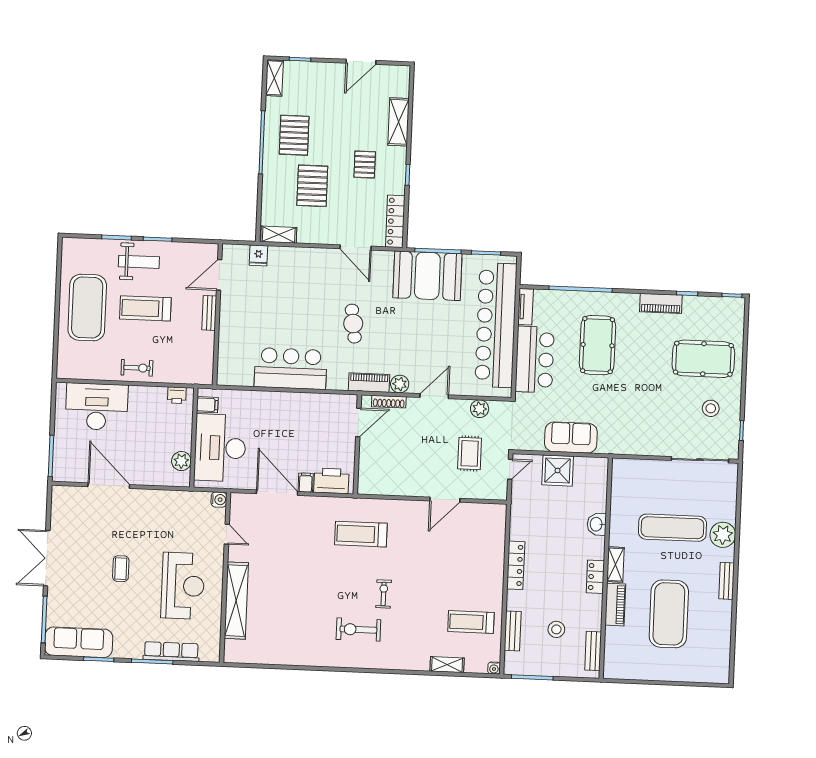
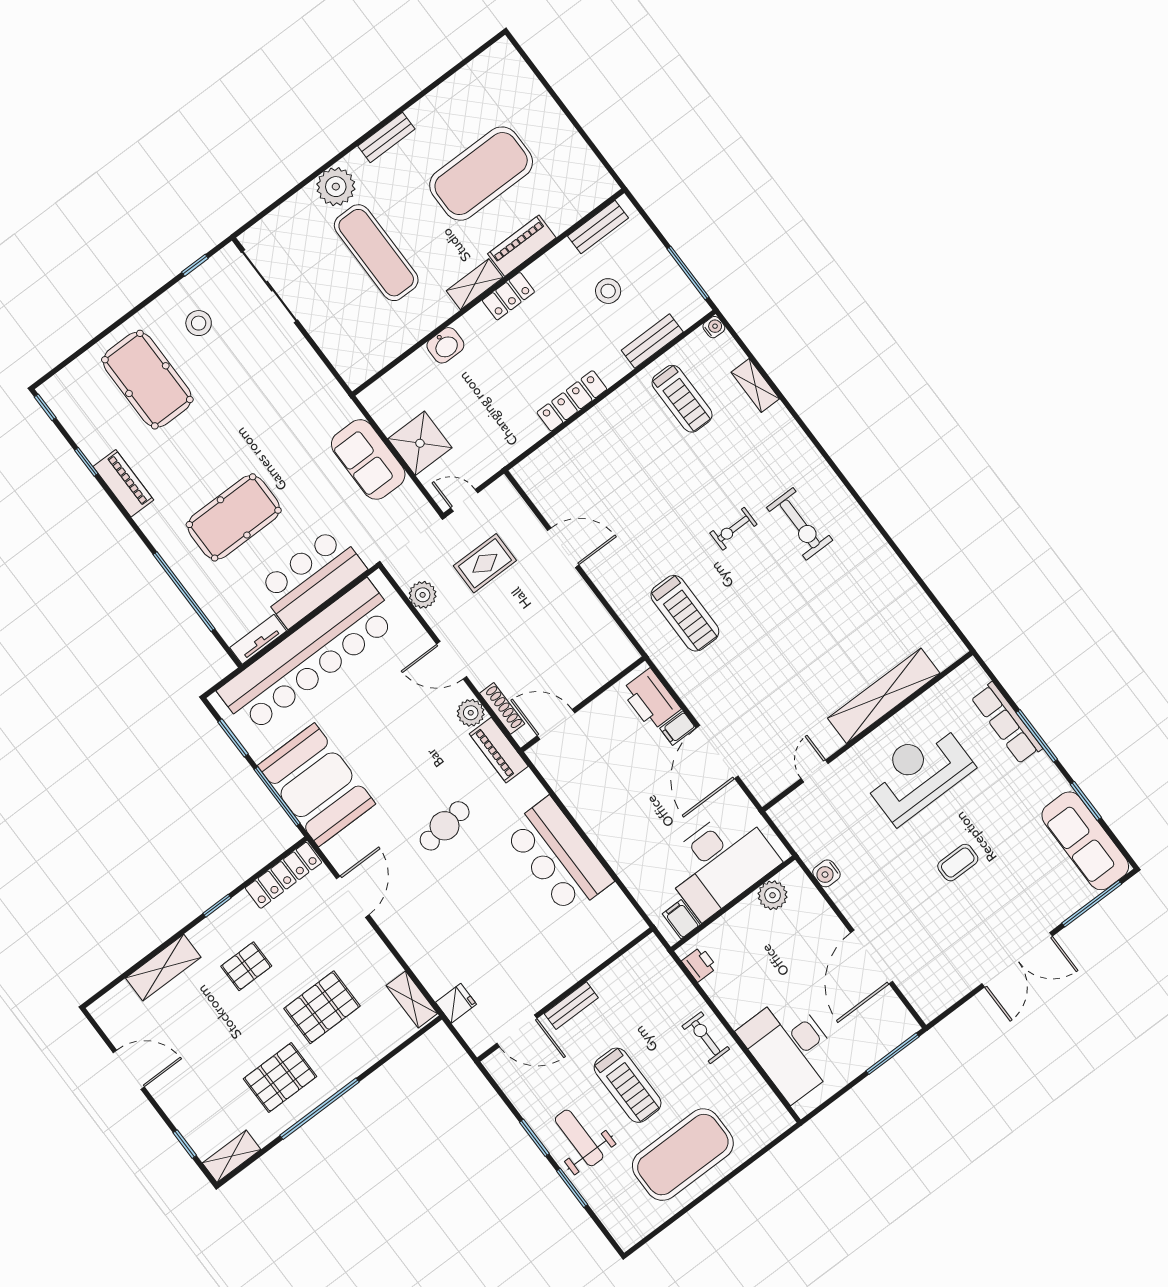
water cooler: (219, 500) -> (826, 873), moved, turned -90

